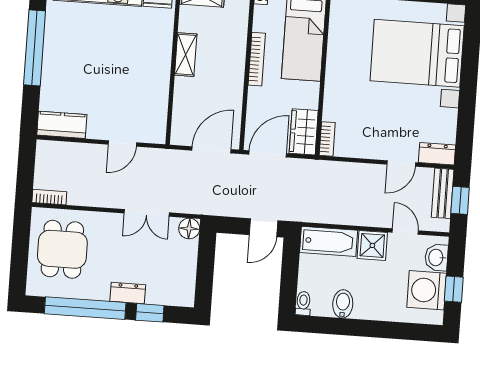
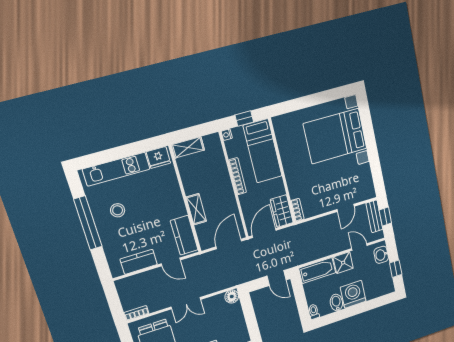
stool: (79, 46) -> (118, 210), added
shelving: (186, 55) -> (196, 209), moved
kitchen counter: (154, 113) -> (184, 235), added
kitchen counter: (62, 125) -> (139, 262), moved
door: (122, 143) -> (171, 262), hinge flipped
dresser: (437, 154) -> (365, 194), removed
double door: (147, 213) -> (186, 303), moved
door: (264, 228) -> (276, 278), hinge flipped
washing machine: (427, 290) -> (353, 294), moved, turned 90

